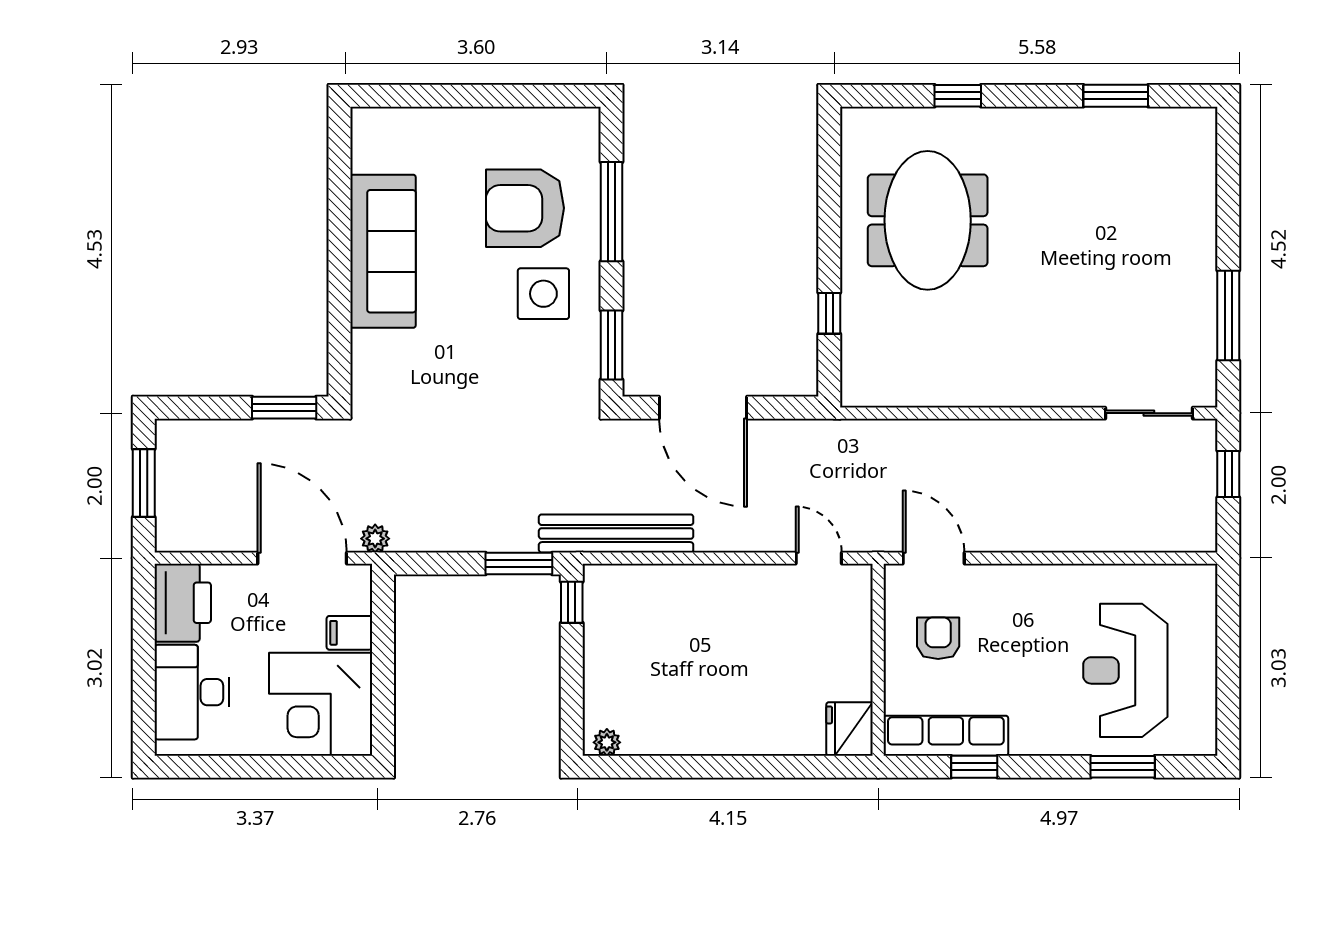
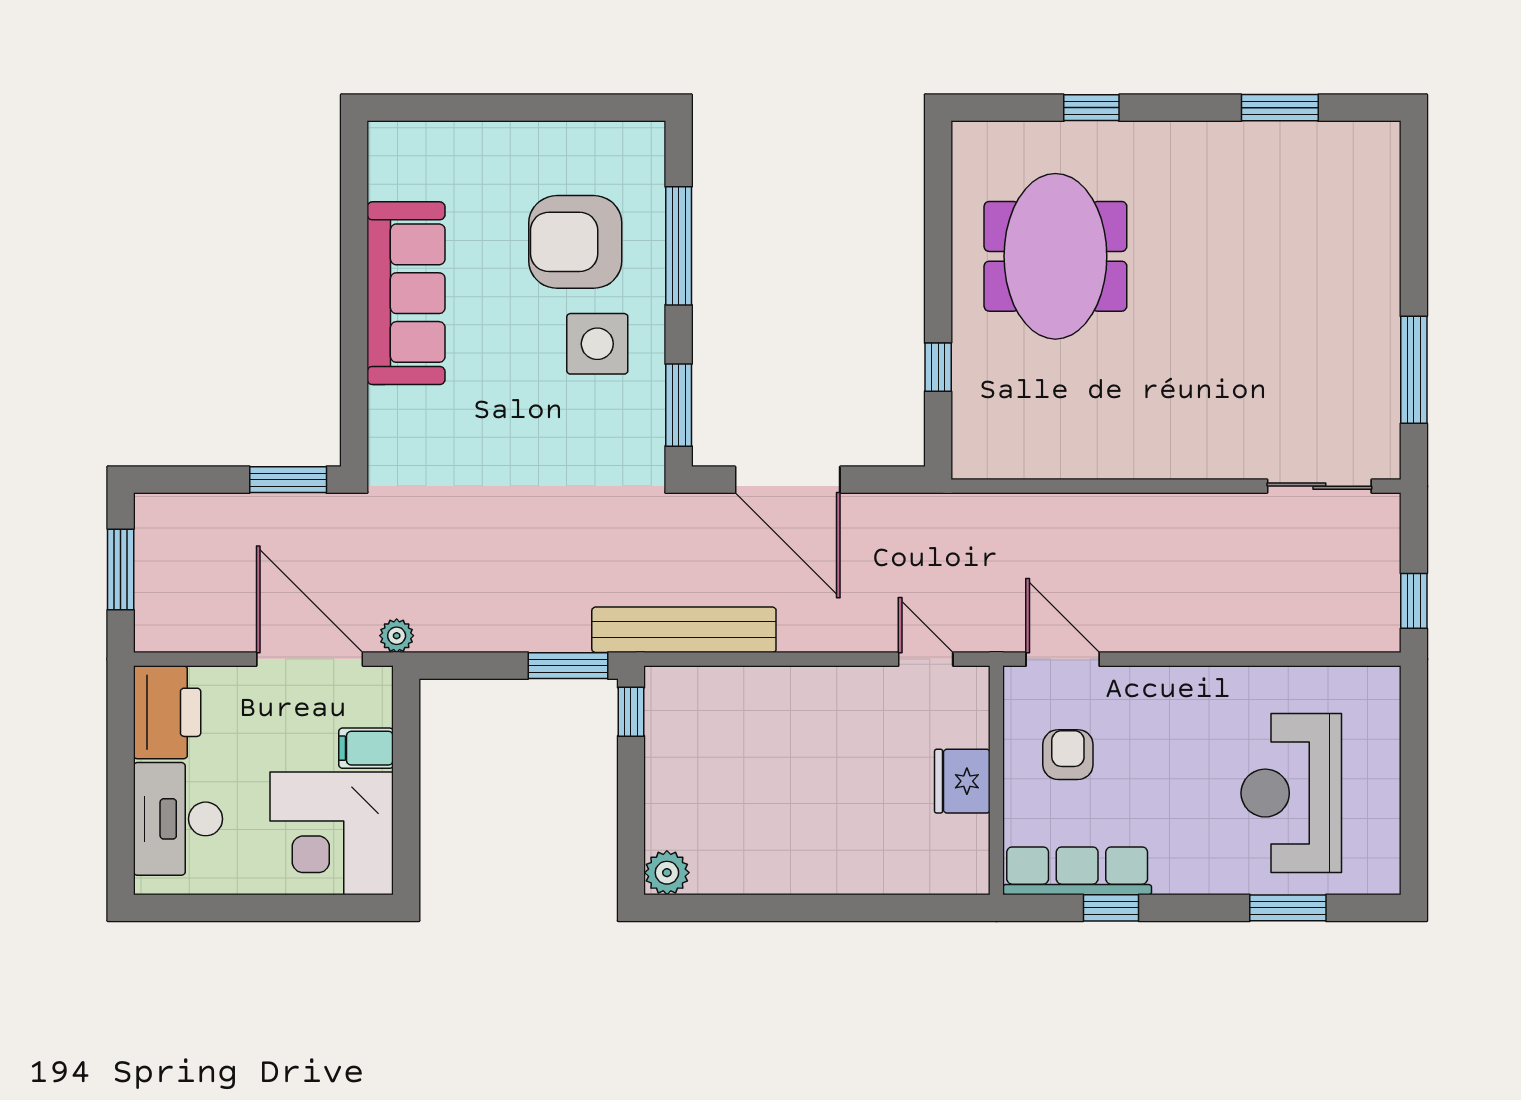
window: (1228, 474) -> (1414, 601), moved
fridge: (850, 729) -> (962, 781), moved
plant: (607, 742) -> (667, 873), width x1.38, depth x1.38

